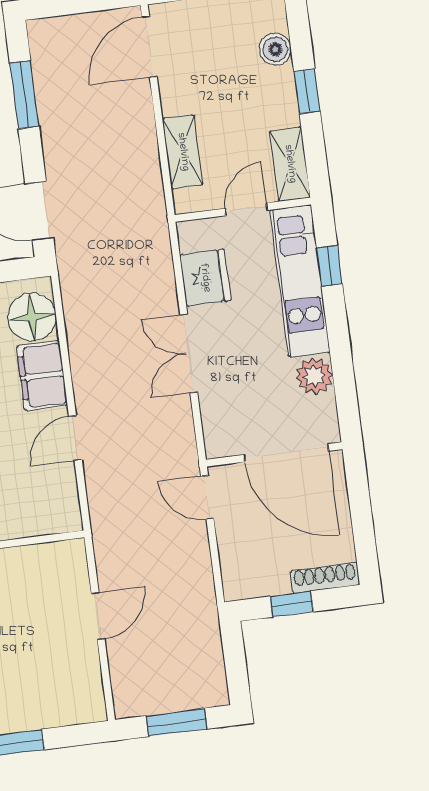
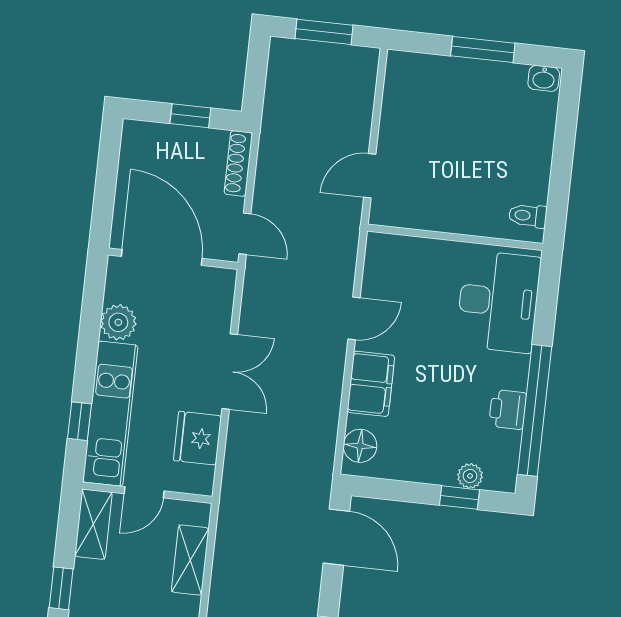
floor lamp: (32, 317) -> (360, 446), width x0.73, depth x0.73
shoe rack: (325, 578) -> (238, 163), moved, turned 90
door: (98, 616) -> (370, 176), moved

